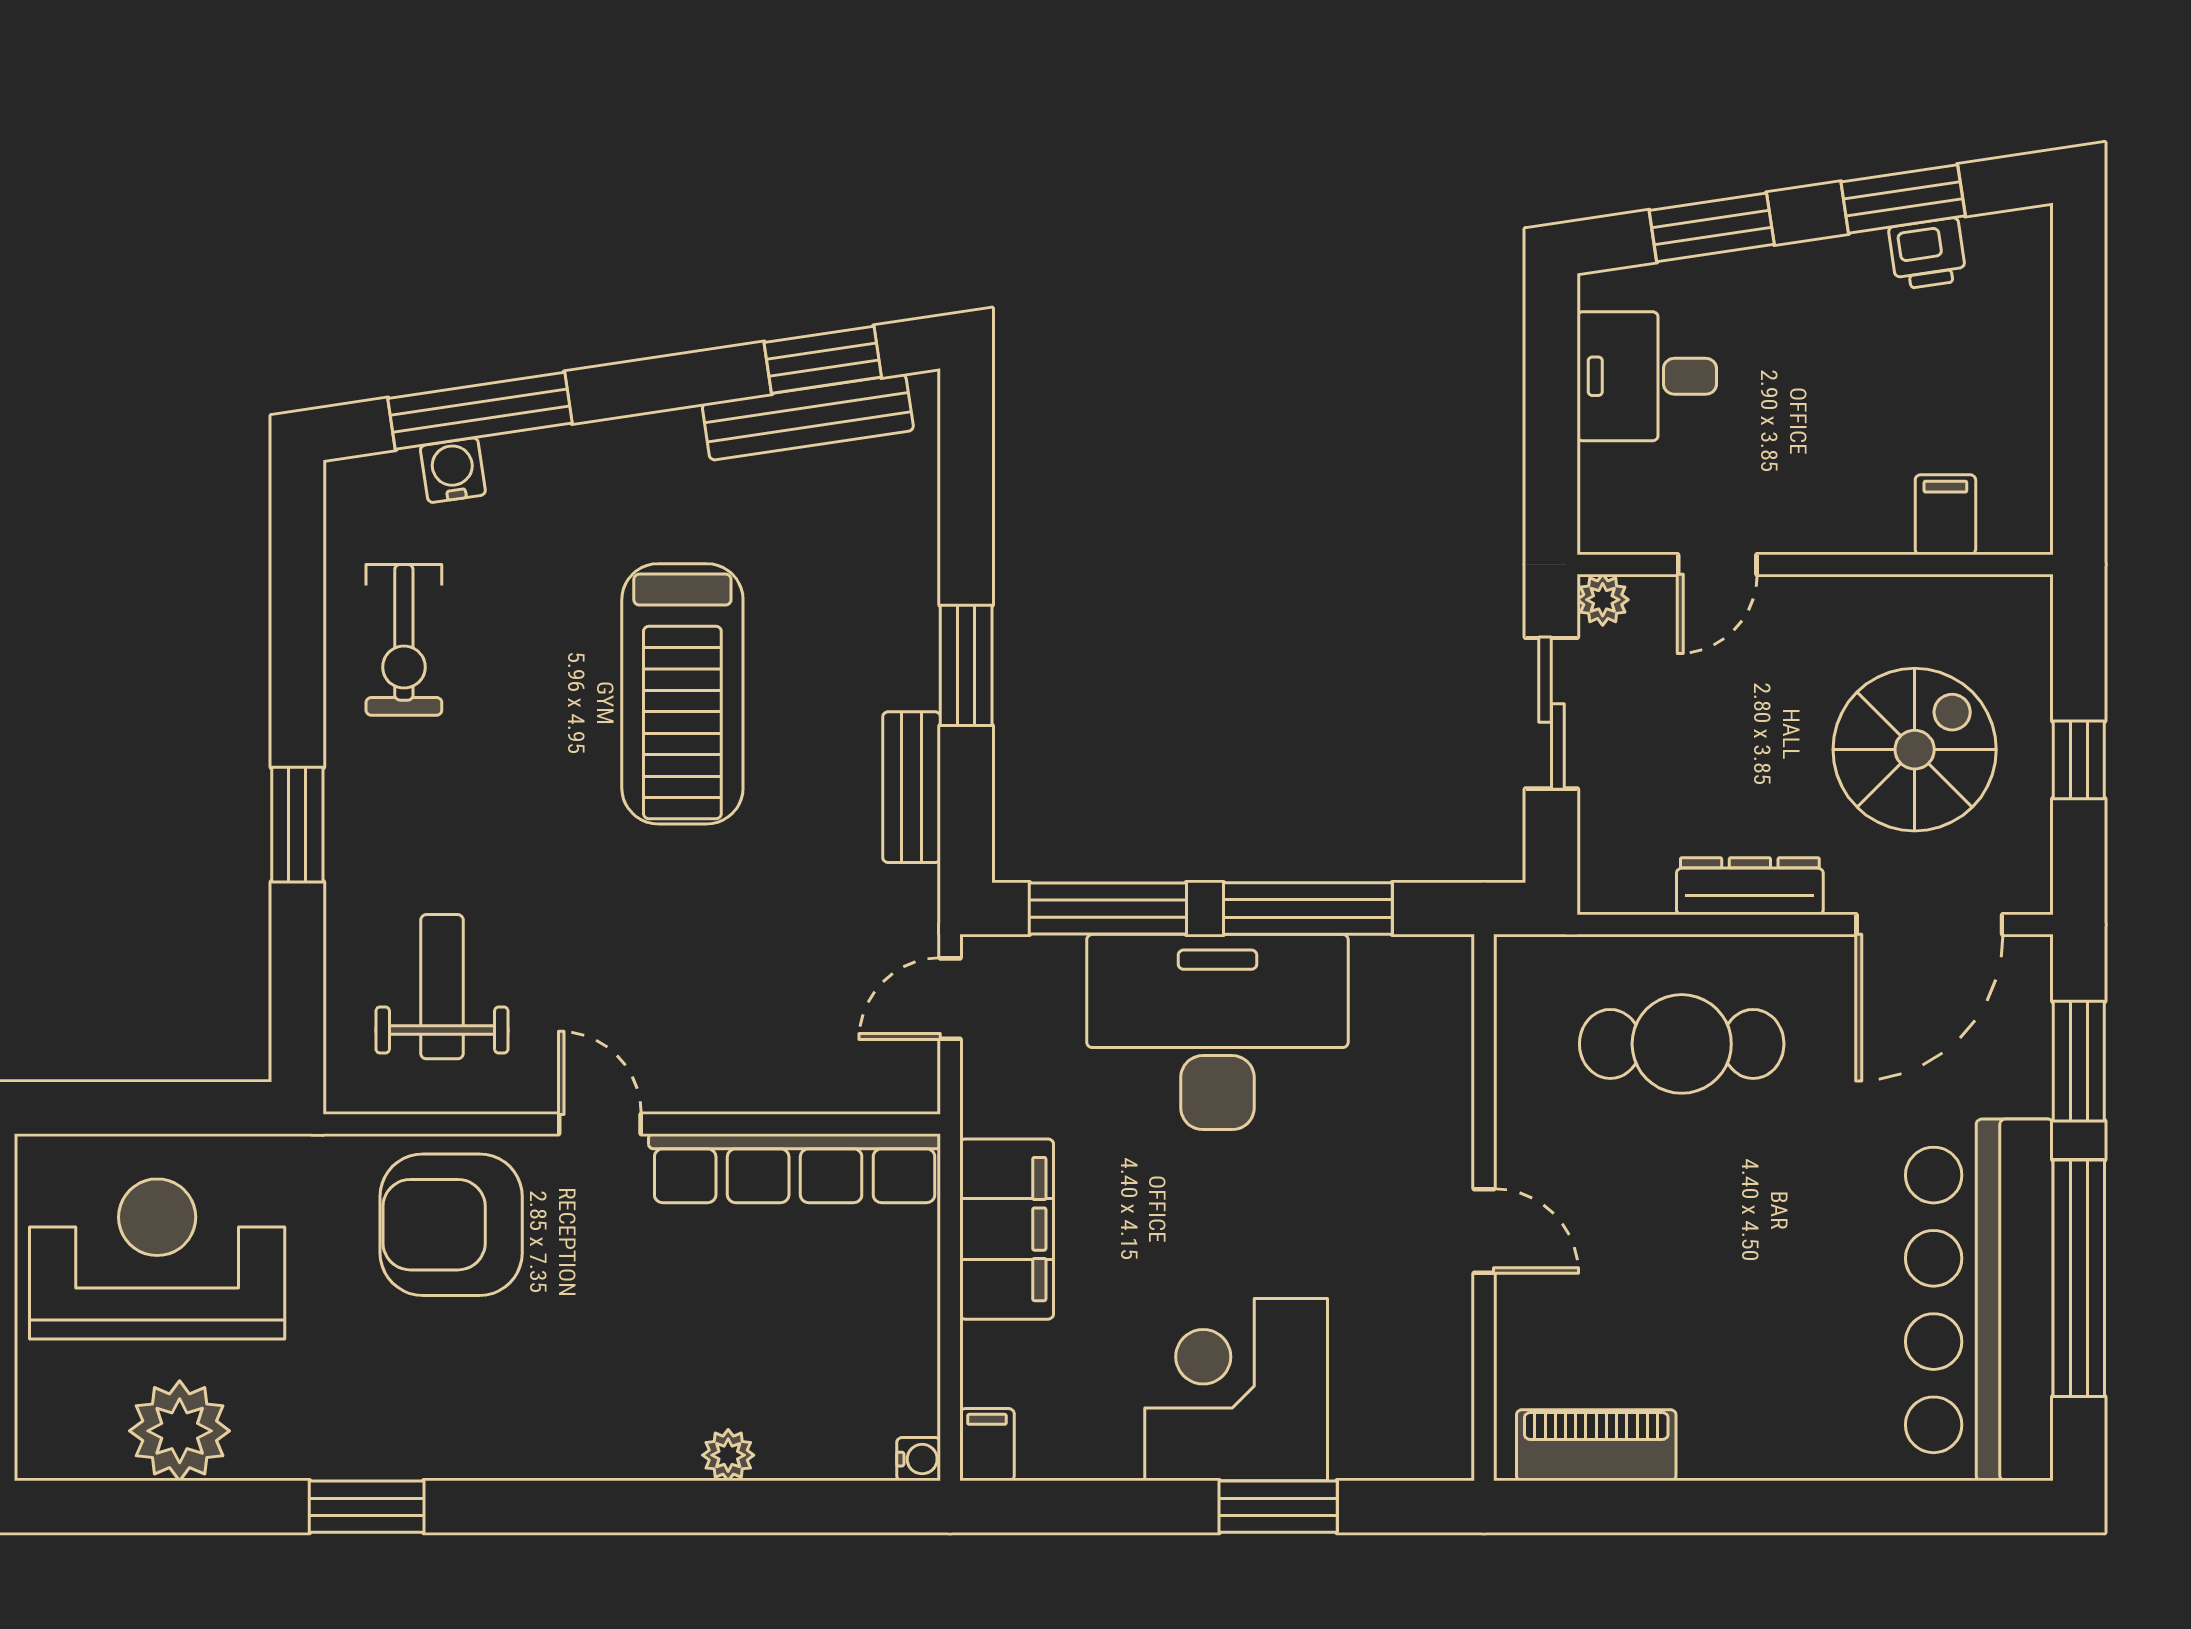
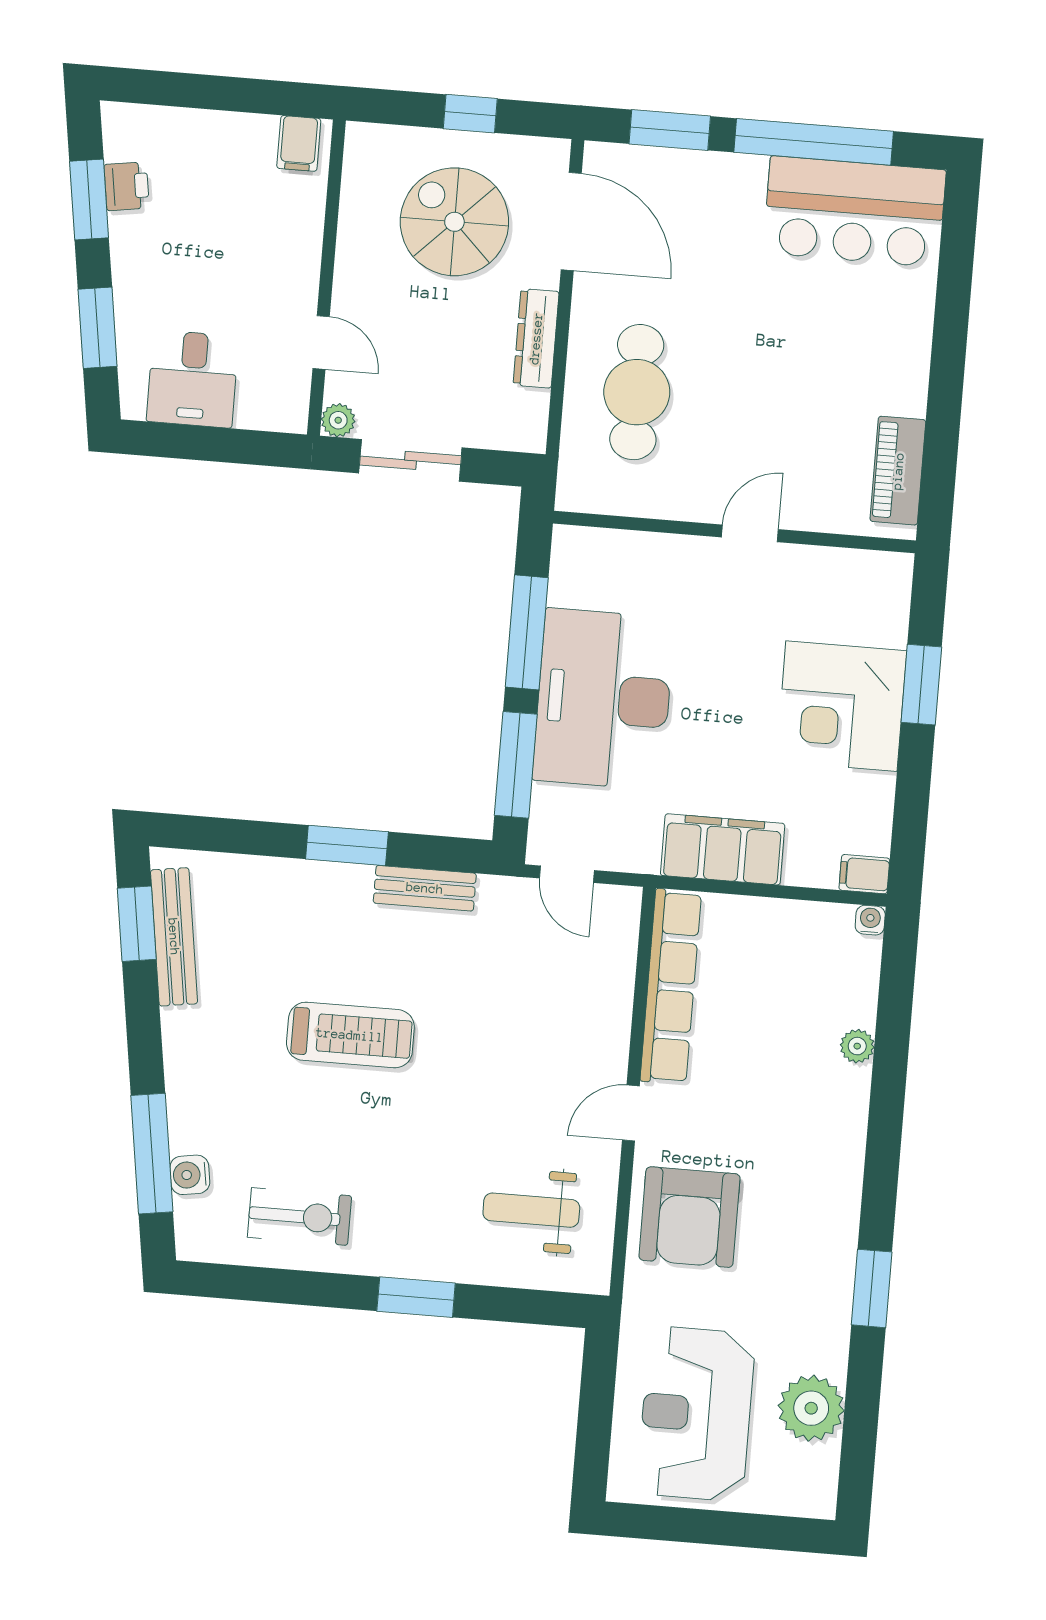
filing cabinet: (1945, 515) -> (299, 143), moved, turned -90
treadmill: (682, 694) -> (350, 1035), width x0.73, depth x0.73
bar counter: (1979, 1300) -> (854, 212), width x0.73

